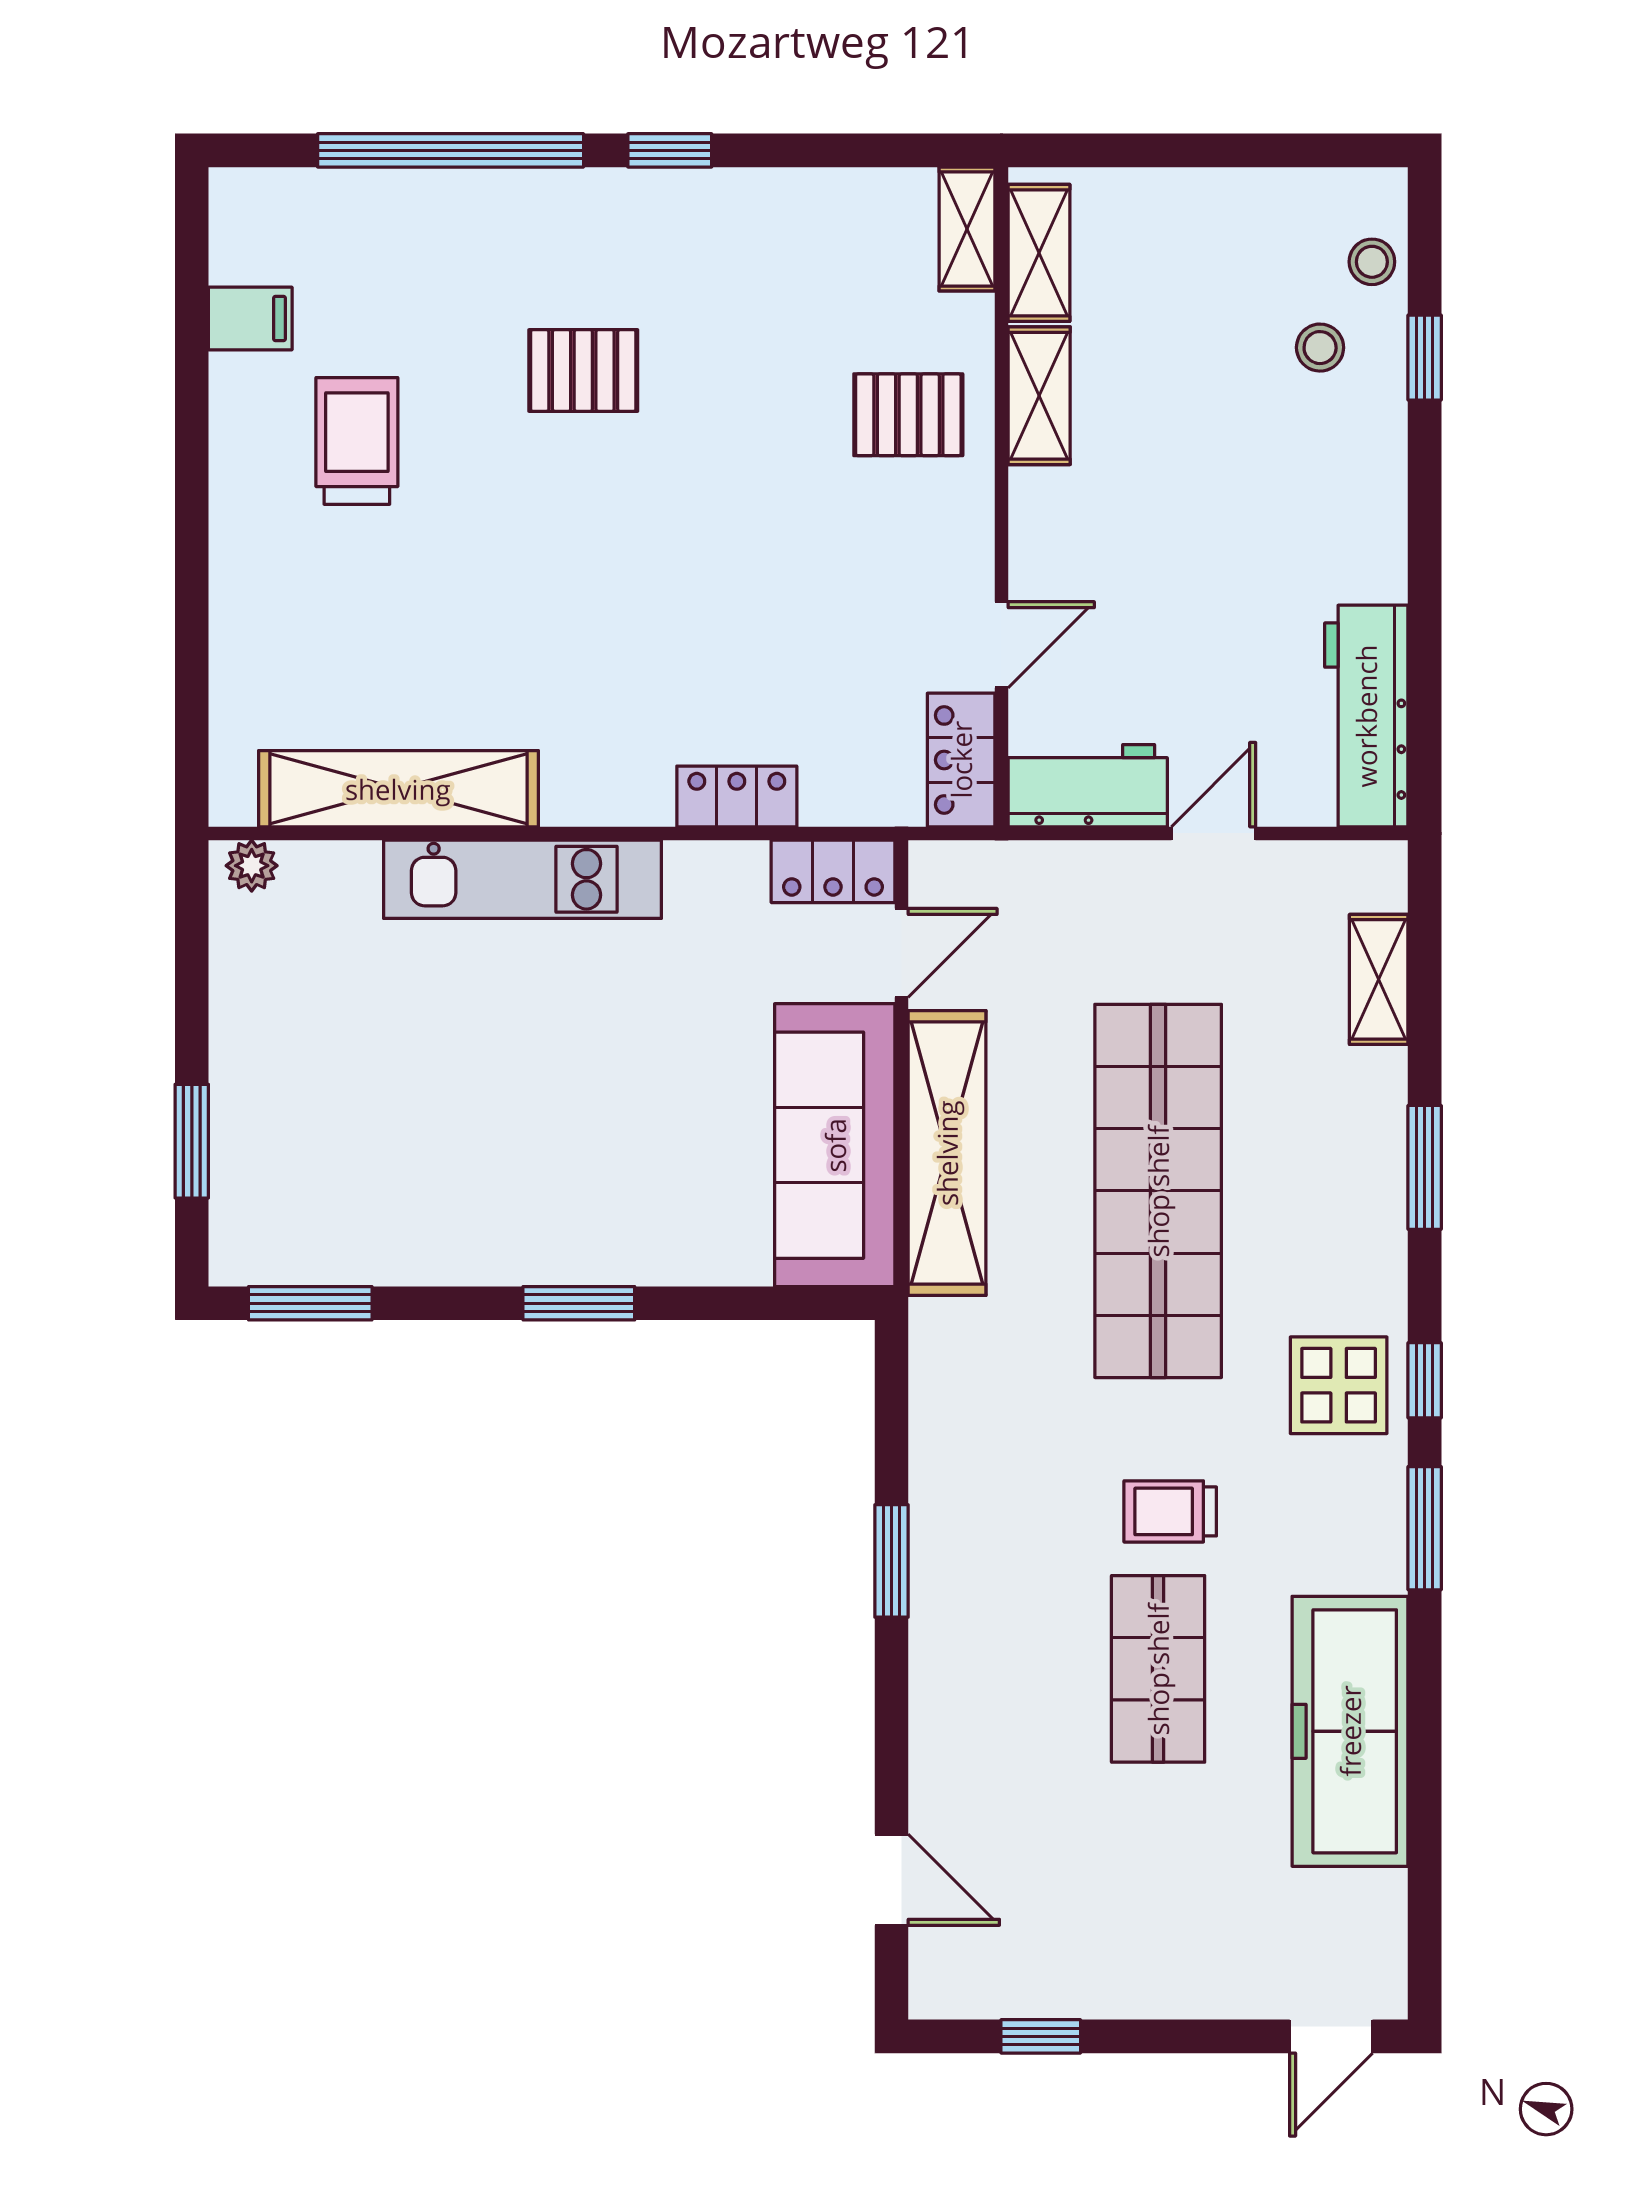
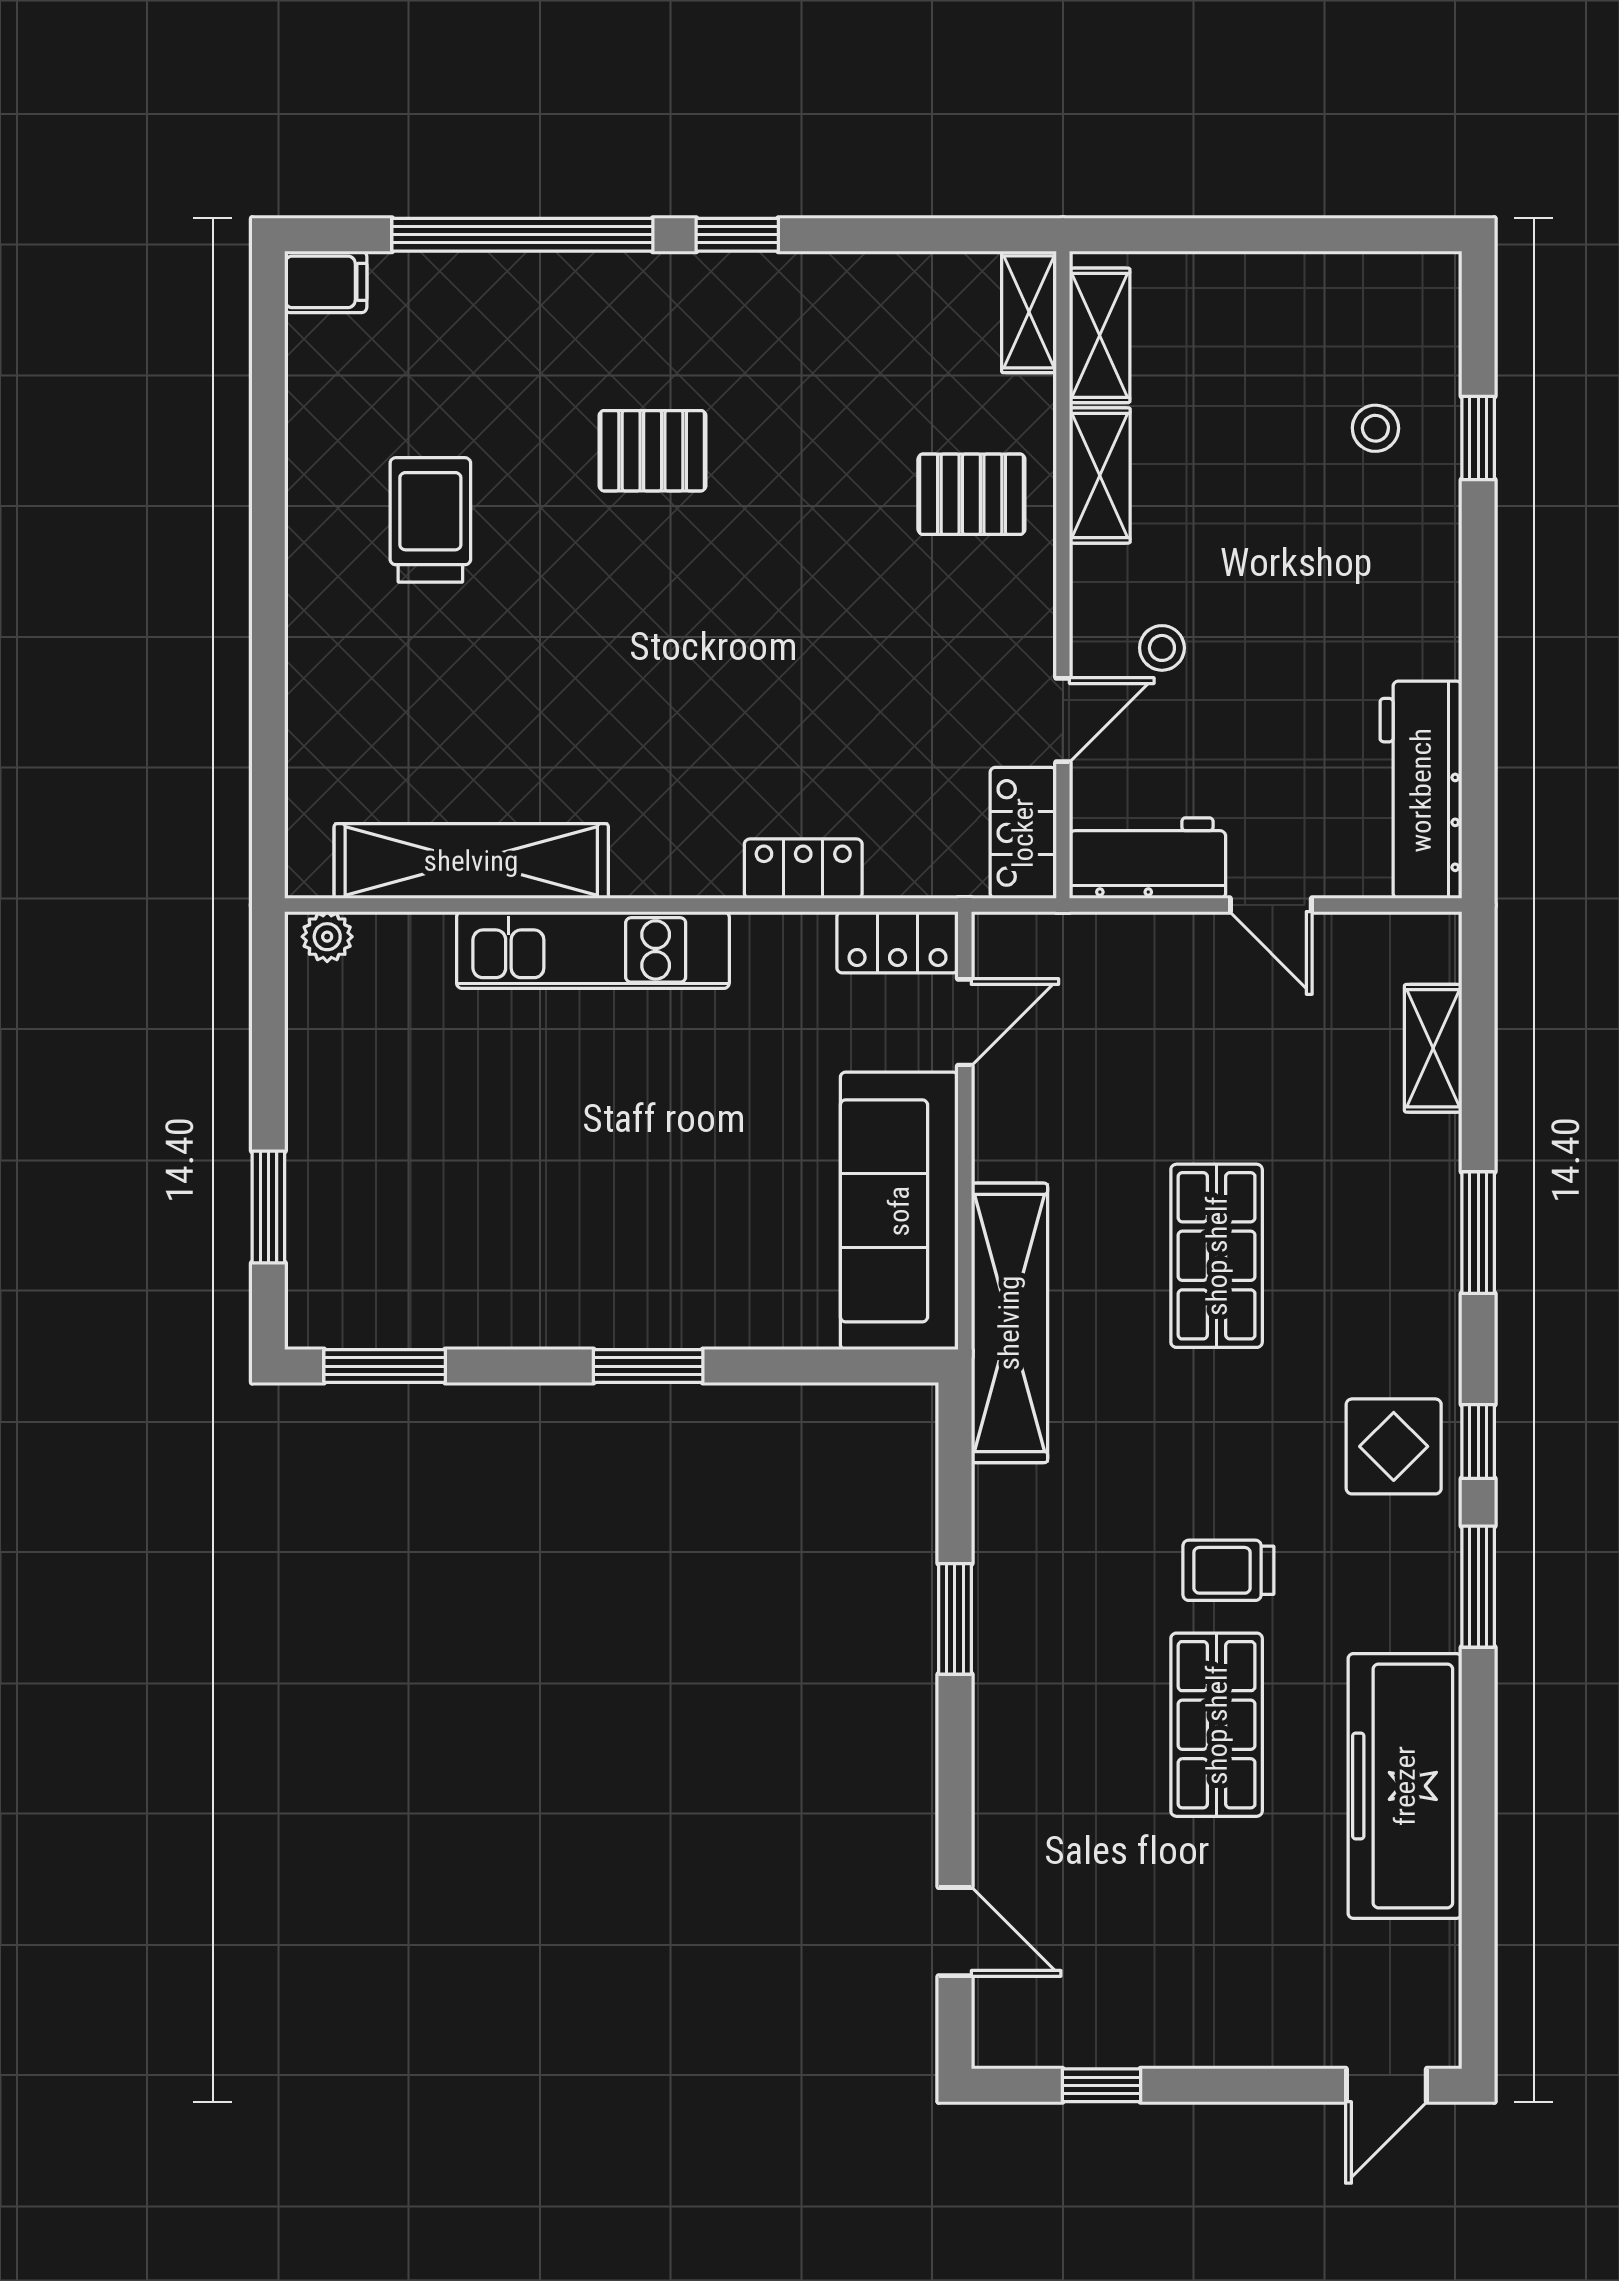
stool: (1372, 262) -> (1162, 648), moved
filing cabinet: (250, 318) -> (326, 282), moved
door: (1213, 833) -> (1271, 905), swing flipped
shelving: (947, 1153) -> (1009, 1323), moved
shop shelf: (1158, 1191) -> (1217, 1256), width x0.50, depth x0.74

